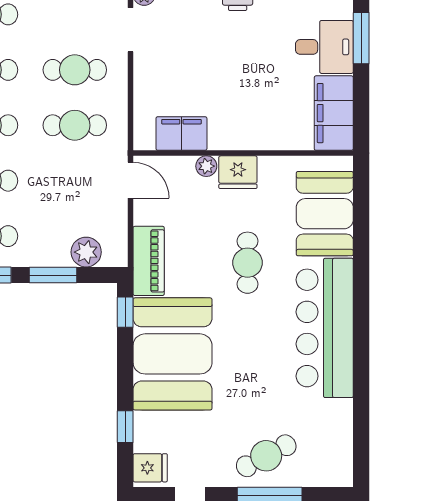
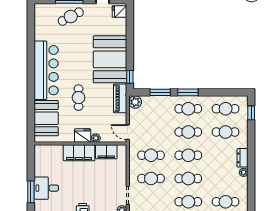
filing cabinet: (334, 113) -> (79, 153), moved, turned 90
plant: (86, 252) -> (135, 102), moved
window: (125, 427) -> (130, 29), removed

